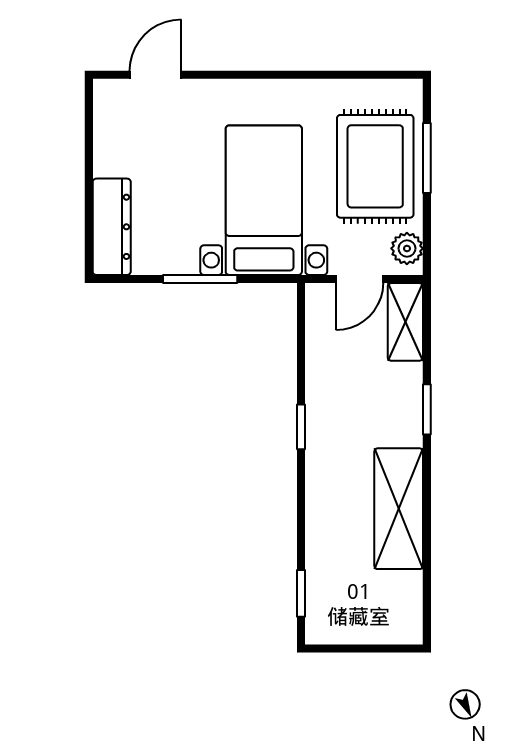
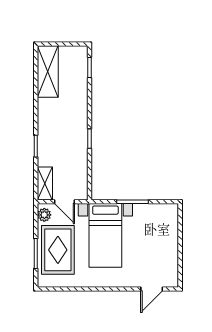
dresser: (112, 227) -> (170, 224), removed
door: (360, 279) -> (65, 202), swing flipped
shelving: (399, 509) -> (48, 71), moved

